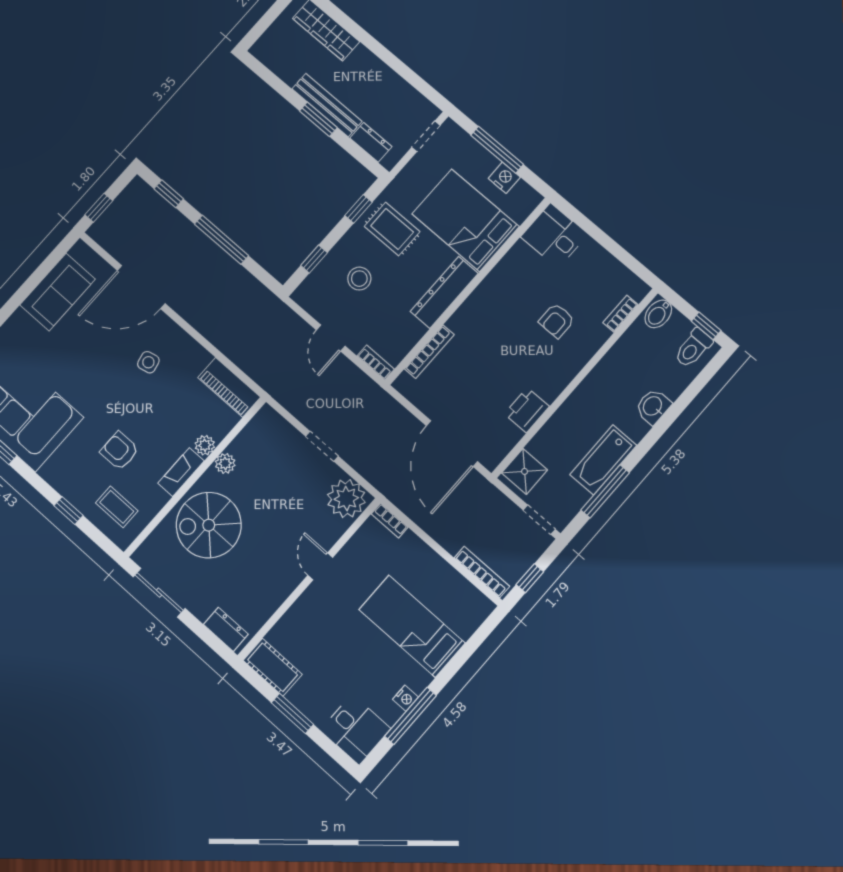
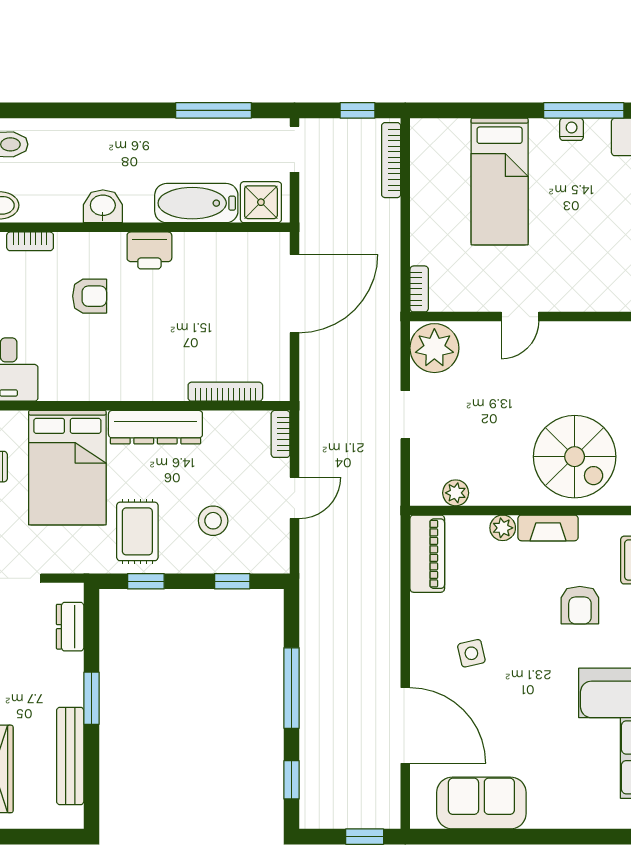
bench: (327, 105) -> (70, 756), moved
washbasin: (653, 406) -> (103, 206), moved, turned 180
printer: (527, 410) -> (149, 250), moved
bathtub: (603, 460) -> (196, 203), moved, turned 180
plant: (225, 463) -> (456, 493), moved

